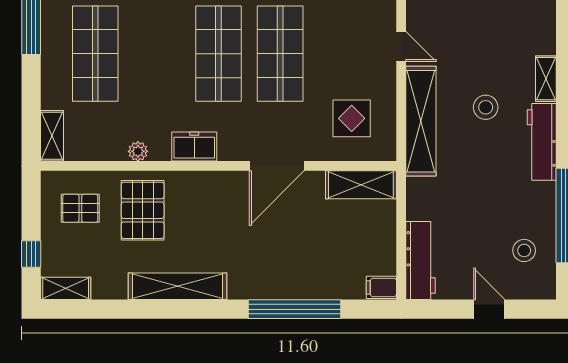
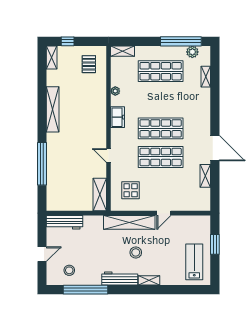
door: (277, 166) -> (109, 155), width x0.53
pallet: (143, 210) -> (88, 93), removed
filing cabinet: (381, 287) -> (52, 204), removed

